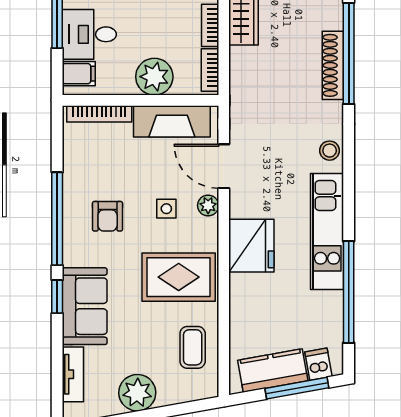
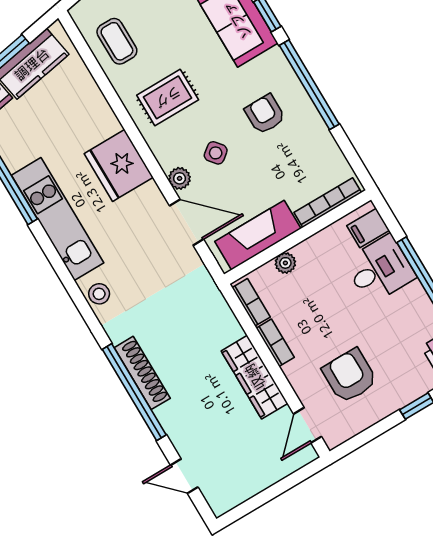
plant: (154, 77) -> (285, 263), width x0.53, depth x0.53
side table: (166, 209) -> (216, 153), turned -38
rug: (179, 277) -> (168, 97), width x0.73, depth x0.70

